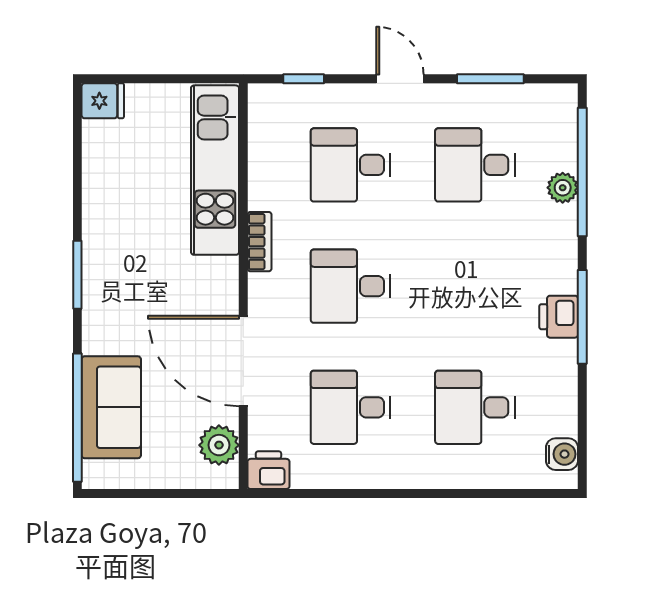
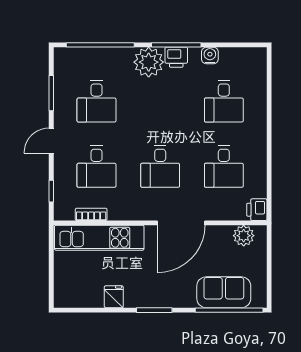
fridge: (103, 101) -> (114, 297), moved
plant: (563, 188) -> (149, 62), moved, width x1.88, depth x1.88
bookcase: (260, 242) -> (91, 214), moved
door: (243, 361) -> (181, 223), moved
water cooler: (562, 454) -> (210, 56), moved

